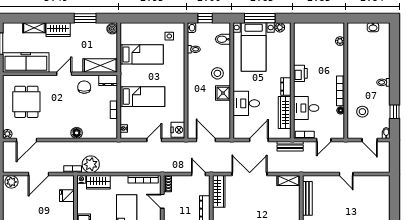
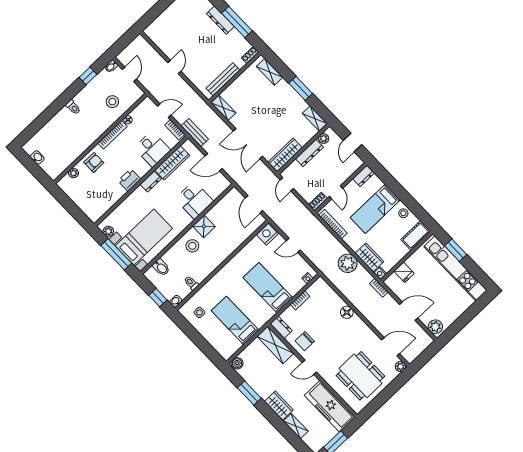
armchair: (334, 61) -> (94, 162), added
dining table: (26, 102) -> (360, 376), width x1.37
plant: (91, 164) -> (348, 263), moved

